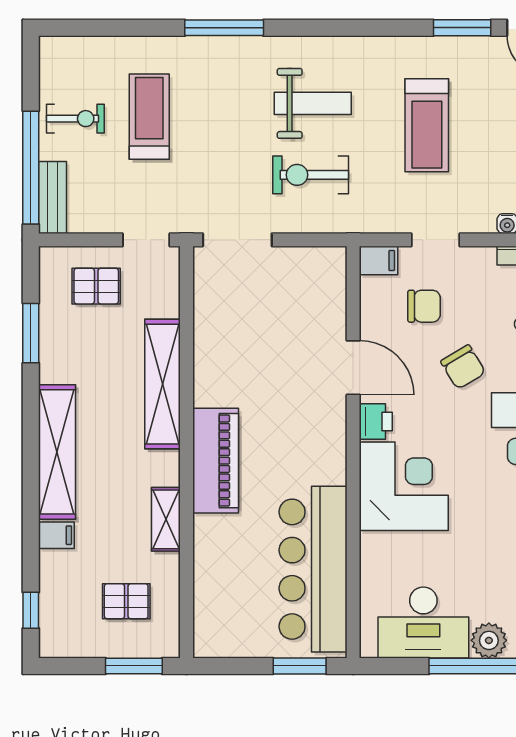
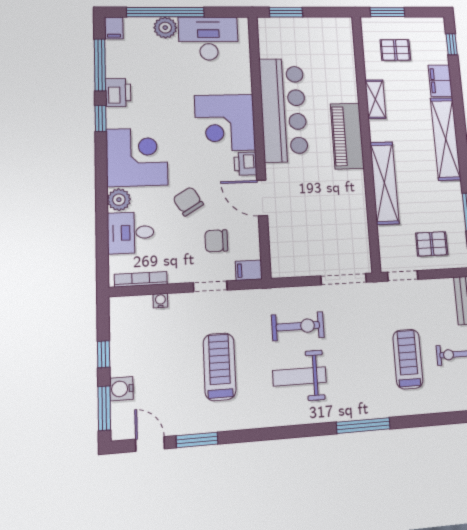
treadmill: (149, 117) -> (408, 359), turned 180
filing cabinet: (56, 535) -> (440, 81), width x2.00
bar counter: (313, 569) -> (283, 110), moved

